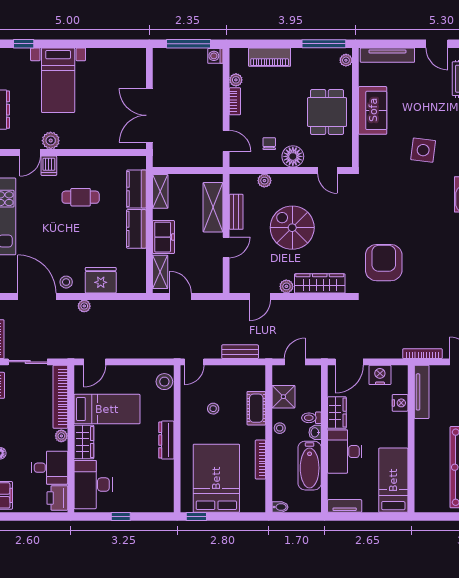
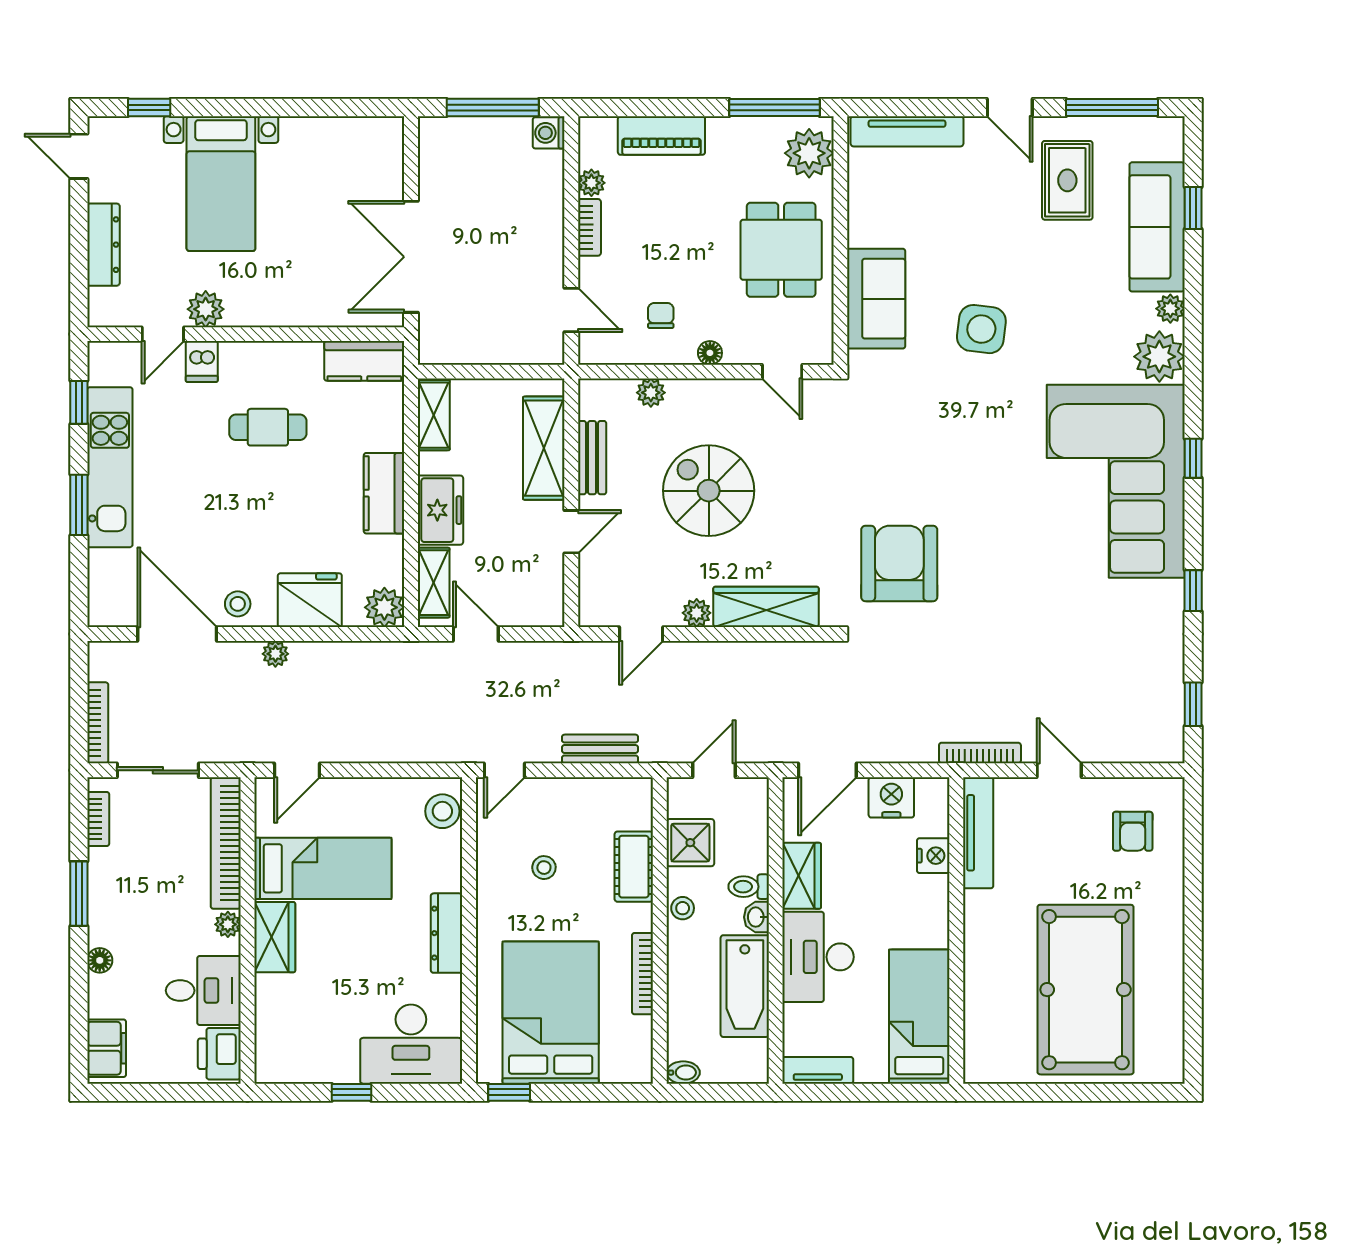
plant: (346, 60) -> (809, 153), width x1.88, depth x1.88
sofa: (373, 110) -> (876, 299), moved
floor lamp: (293, 156) -> (710, 353), width x0.53, depth x0.53
kitchen counter: (136, 189) -> (364, 361), moved, turned -90
plant: (137, 284) -> (384, 607), added
desk: (93, 485) -> (411, 1044), moved, turned -90

